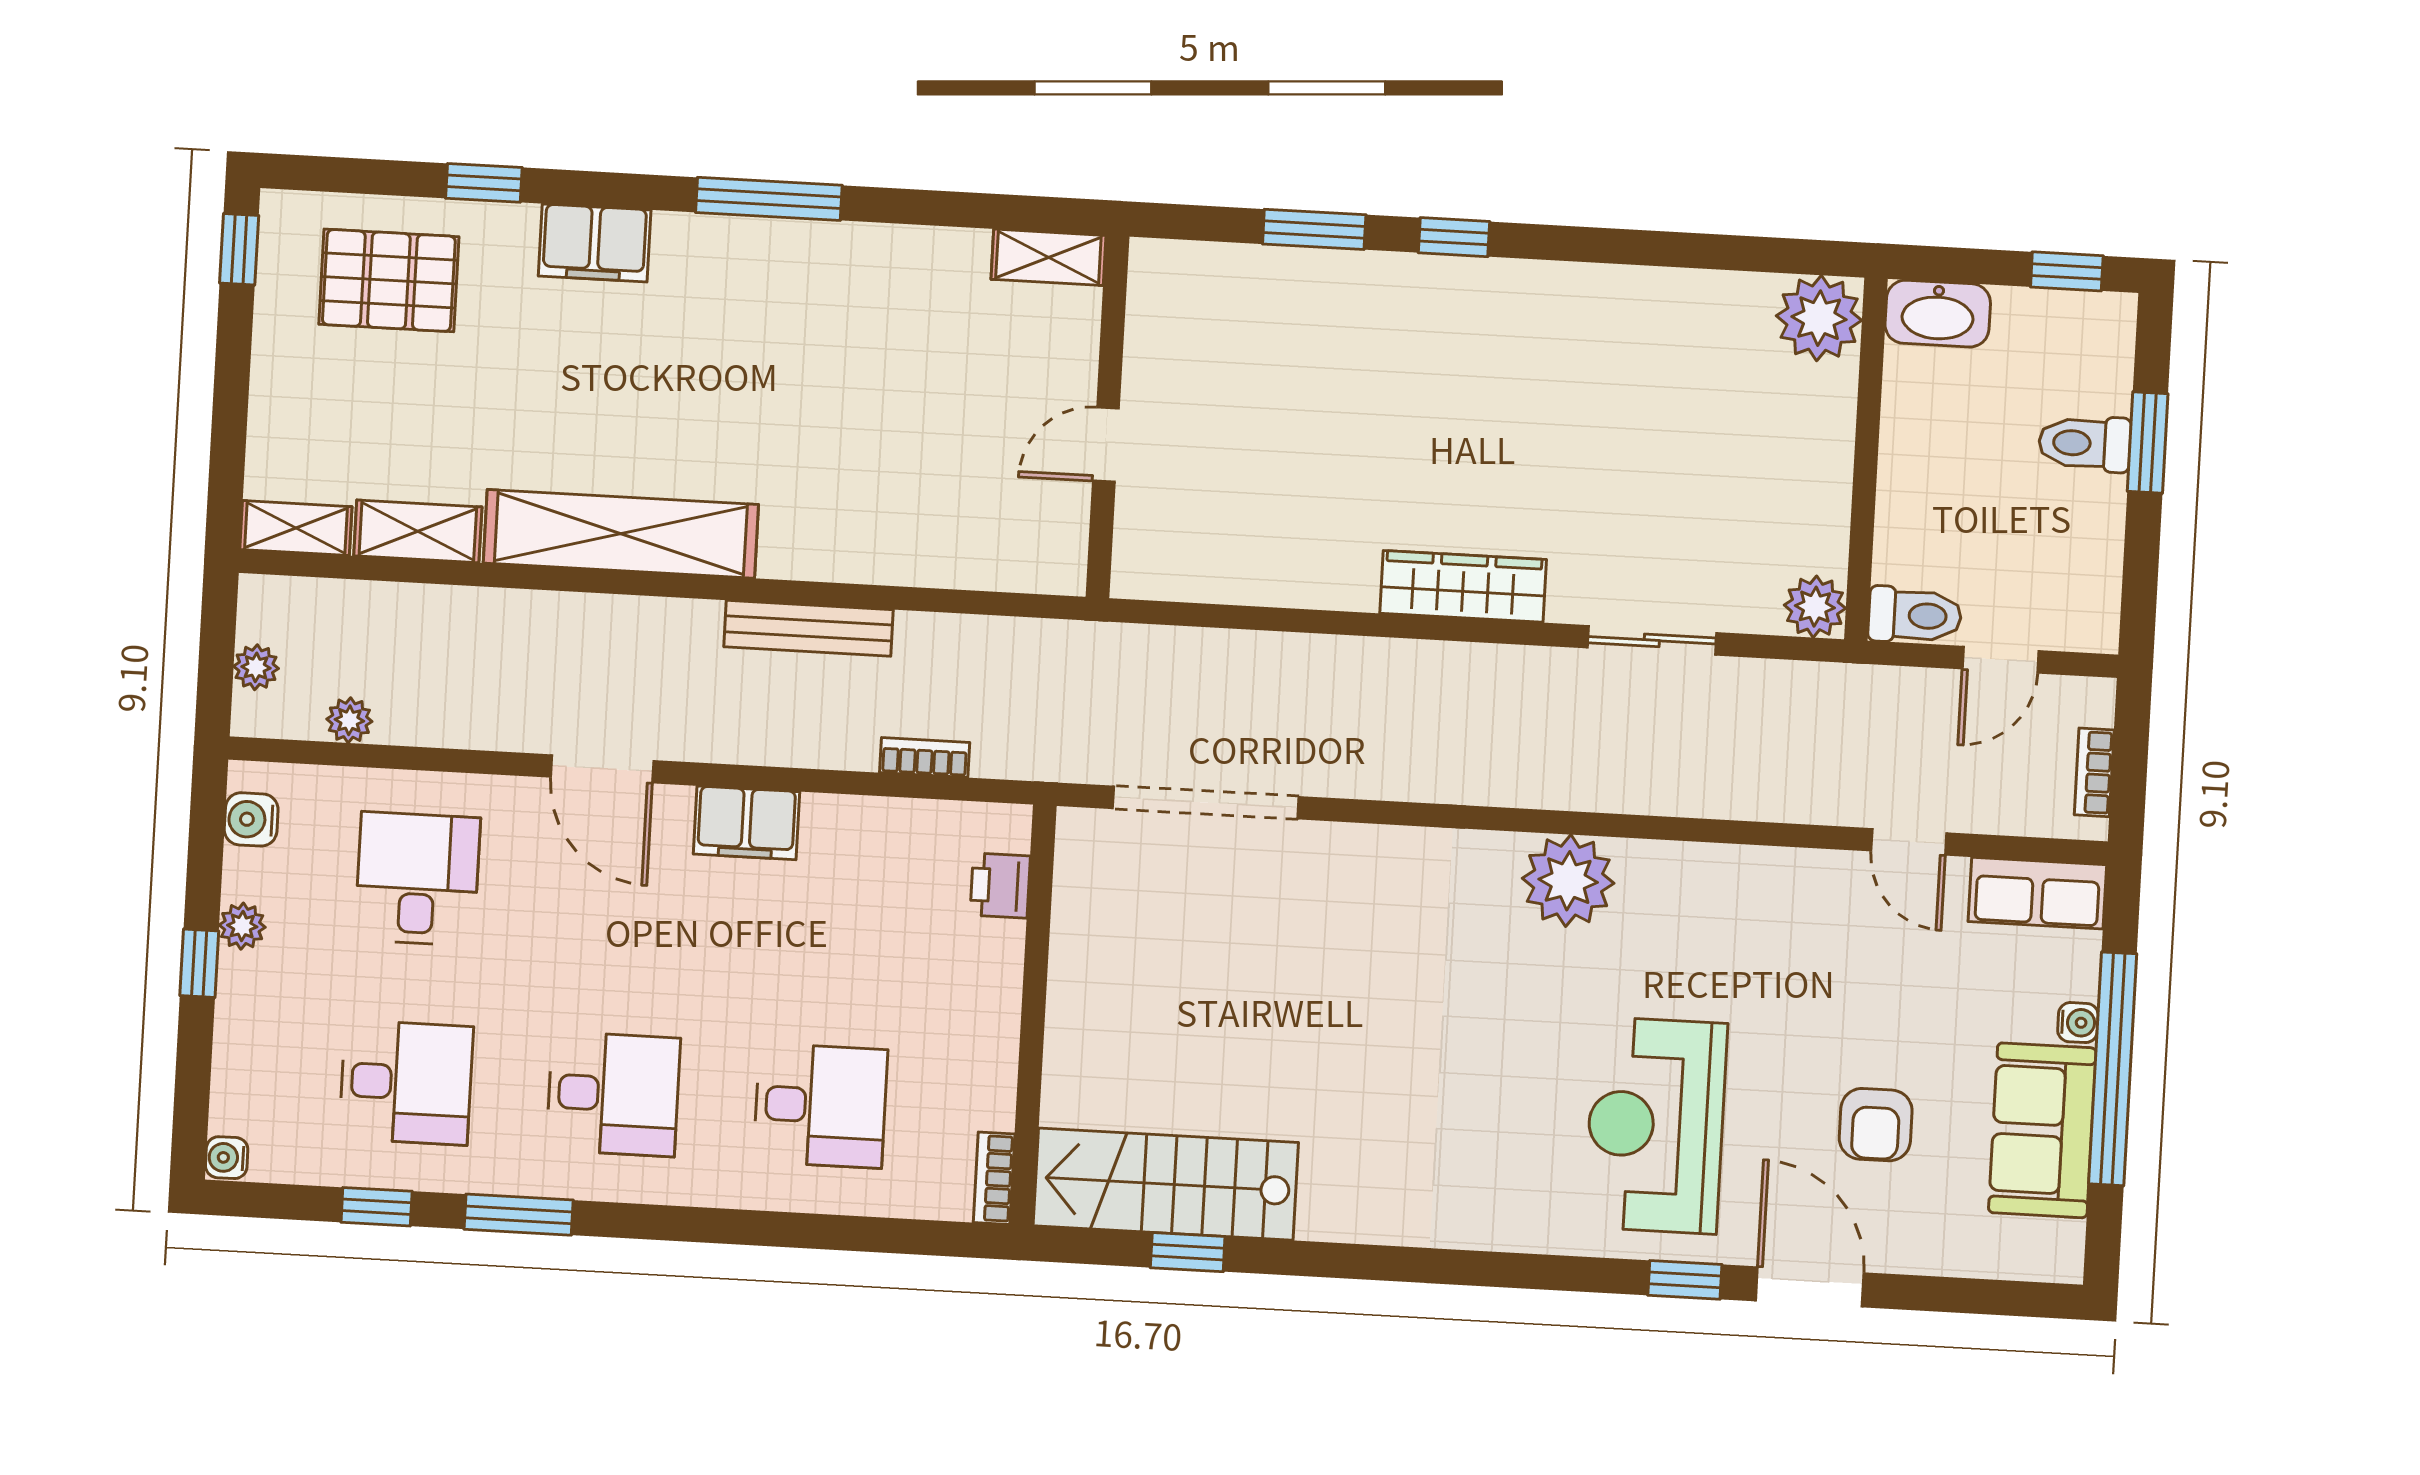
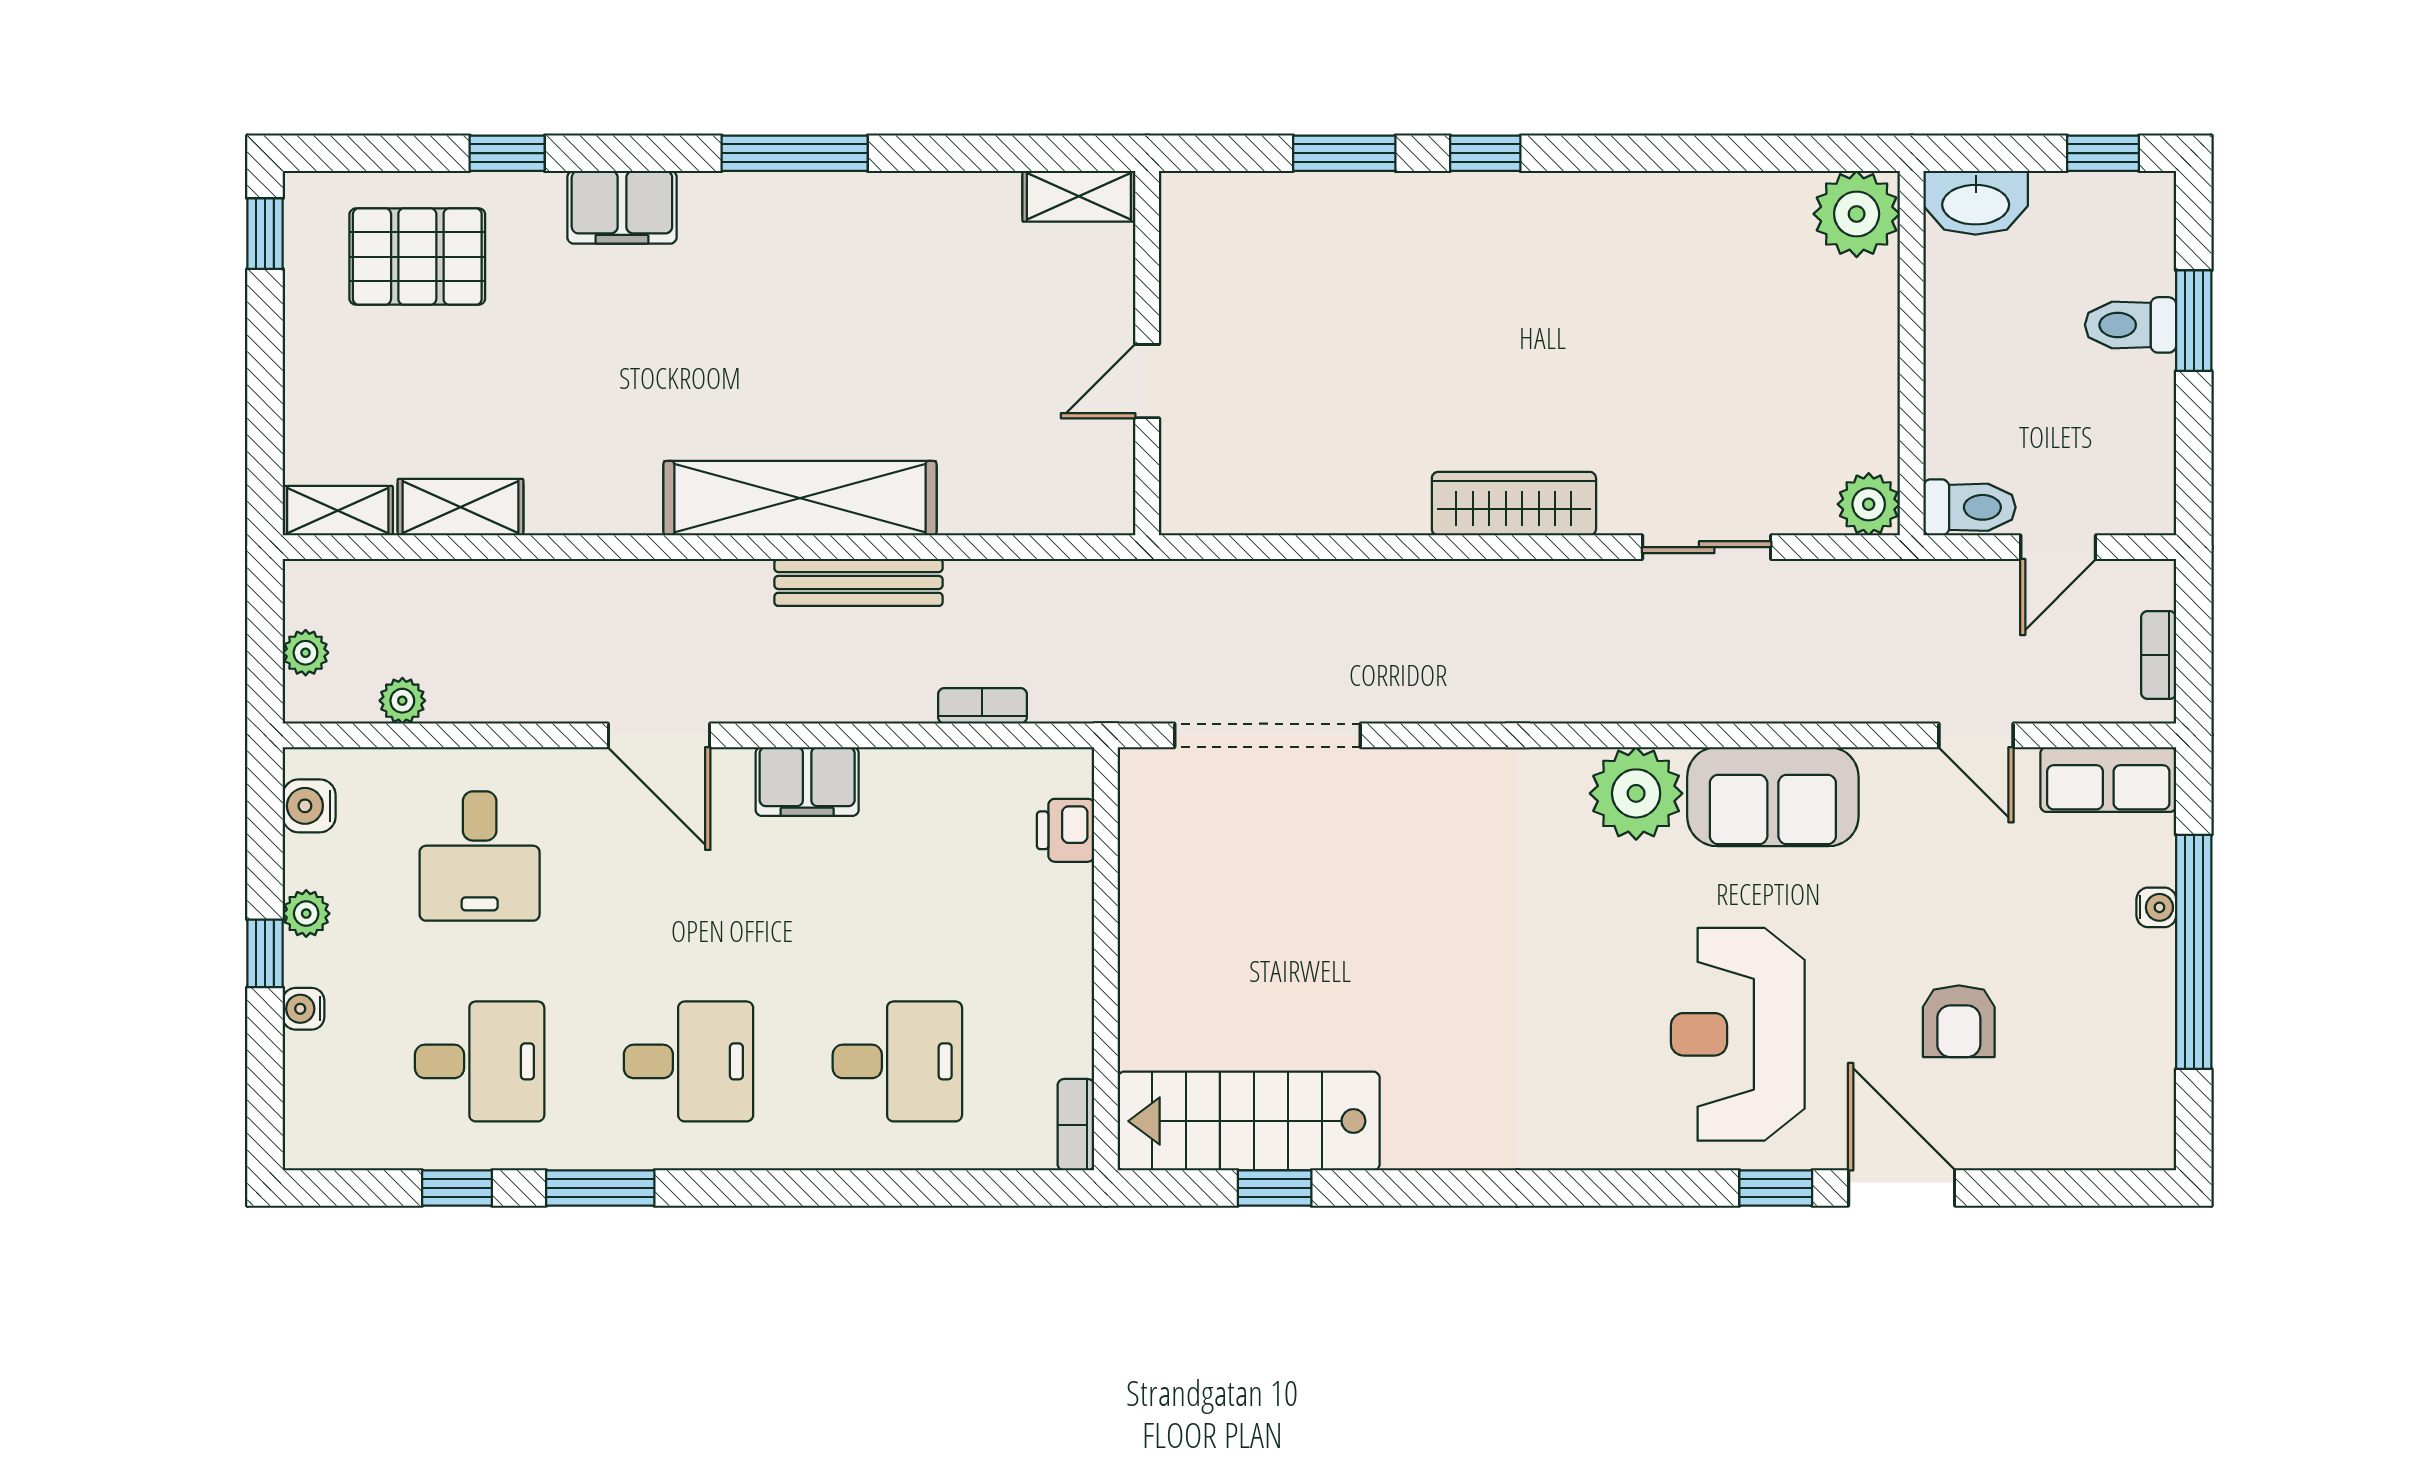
shelving: (621, 534) -> (800, 498), moved
desk: (417, 879) -> (480, 856), turned 180
sofa: (2042, 1130) -> (1773, 797), moved, turned -90
water cooler: (227, 1158) -> (304, 1009), moved

